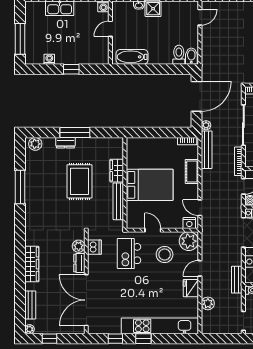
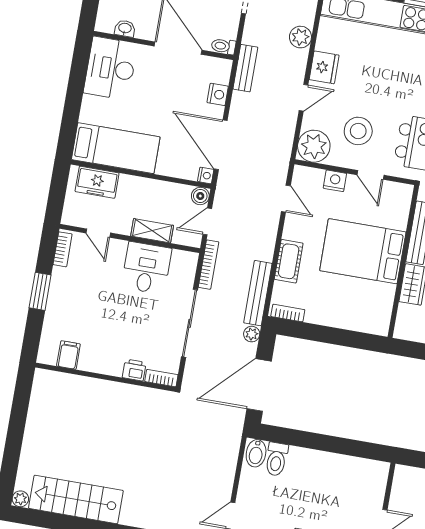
bathtub: (132, 57) -> (355, 469), removed
nightstand: (189, 223) -> (335, 181), moved

